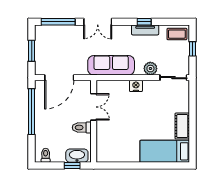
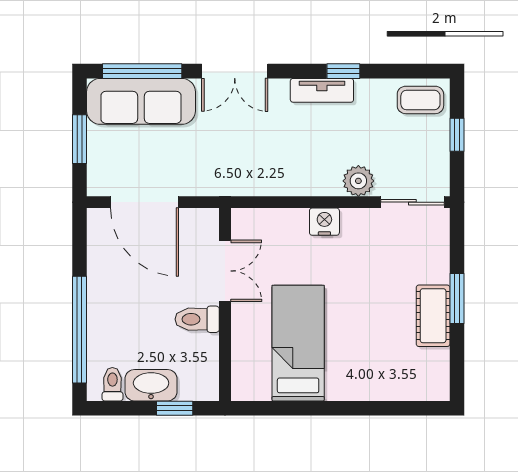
tv unit: (145, 30) -> (322, 90), moved
sofa: (111, 65) -> (141, 101), moved, turned 180
door: (59, 78) -> (145, 202), hinge flipped
window: (32, 112) -> (79, 330), moved
window: (193, 119) -> (457, 299), added
bed: (165, 151) -> (298, 343), moved, turned 90
washbasin: (77, 156) -> (151, 385), moved

